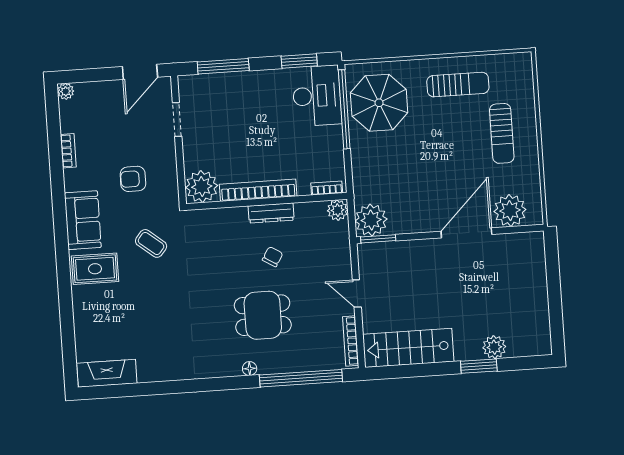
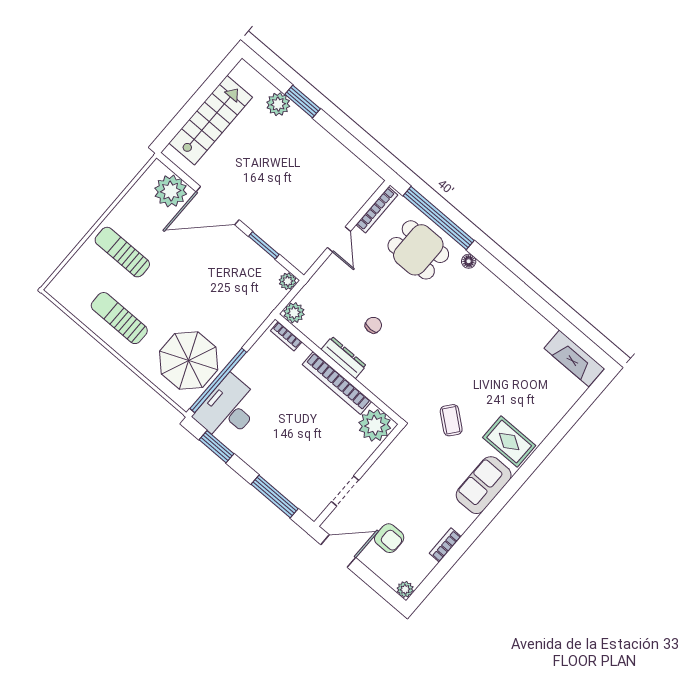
sun lounger: (502, 133) -> (122, 252), turned -90
armchair: (133, 179) -> (389, 538), moved
plant: (371, 220) -> (288, 281), width x0.53, depth x0.53
window: (378, 239) -> (264, 245), moved
chair: (273, 257) -> (373, 325), turned 149
dining table: (263, 315) -> (418, 250), moved
stairs: (408, 348) -> (211, 120), moved, turned -90

